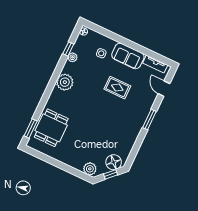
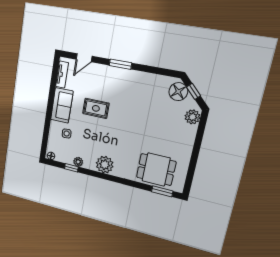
rug: (117, 88) -> (96, 108), turned 90

